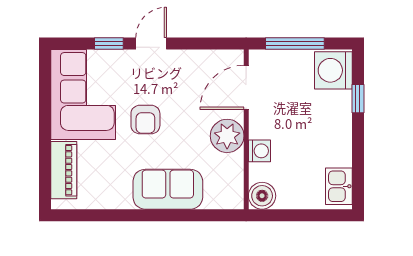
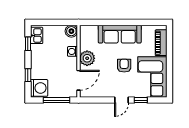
window: (358, 168) -> (28, 44), added
sofa: (168, 189) -> (120, 34), width x1.36

